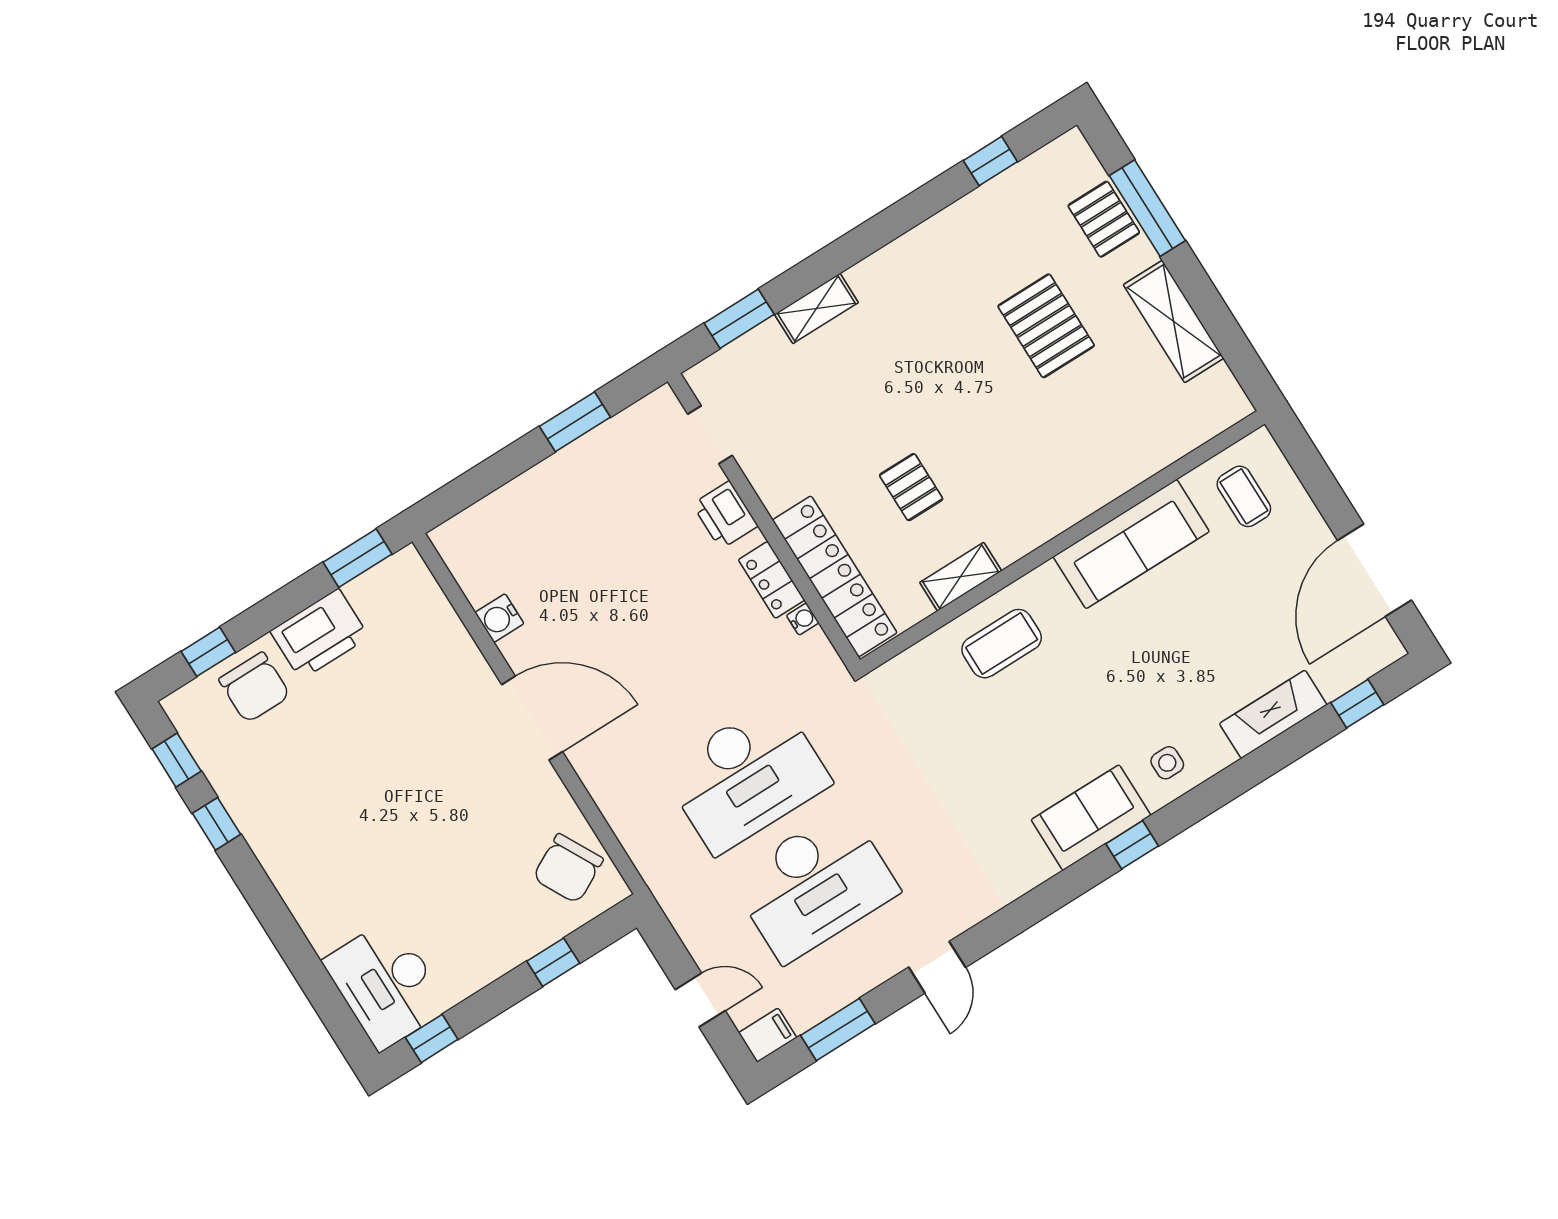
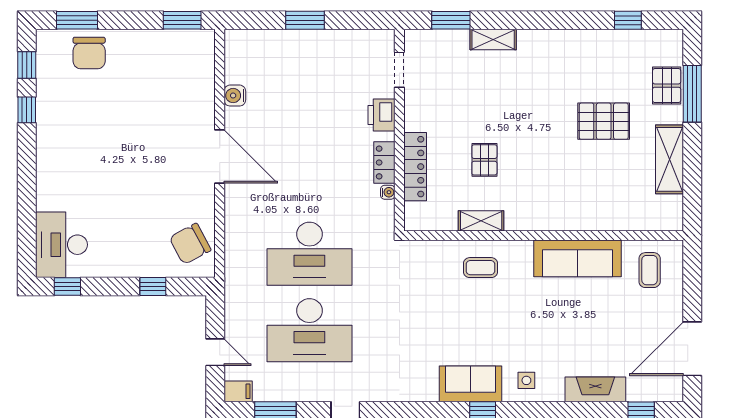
pallet: (1046, 326) -> (604, 121), turned 90
window: (575, 422) -> (305, 20), moved
locker: (835, 576) -> (415, 167), width x0.71, depth x0.83
printer: (320, 634) -> (139, 47), removed
coffee table: (1002, 644) -> (480, 268), width x0.73, depth x0.77
window: (208, 652) -> (77, 20), width x1.50

